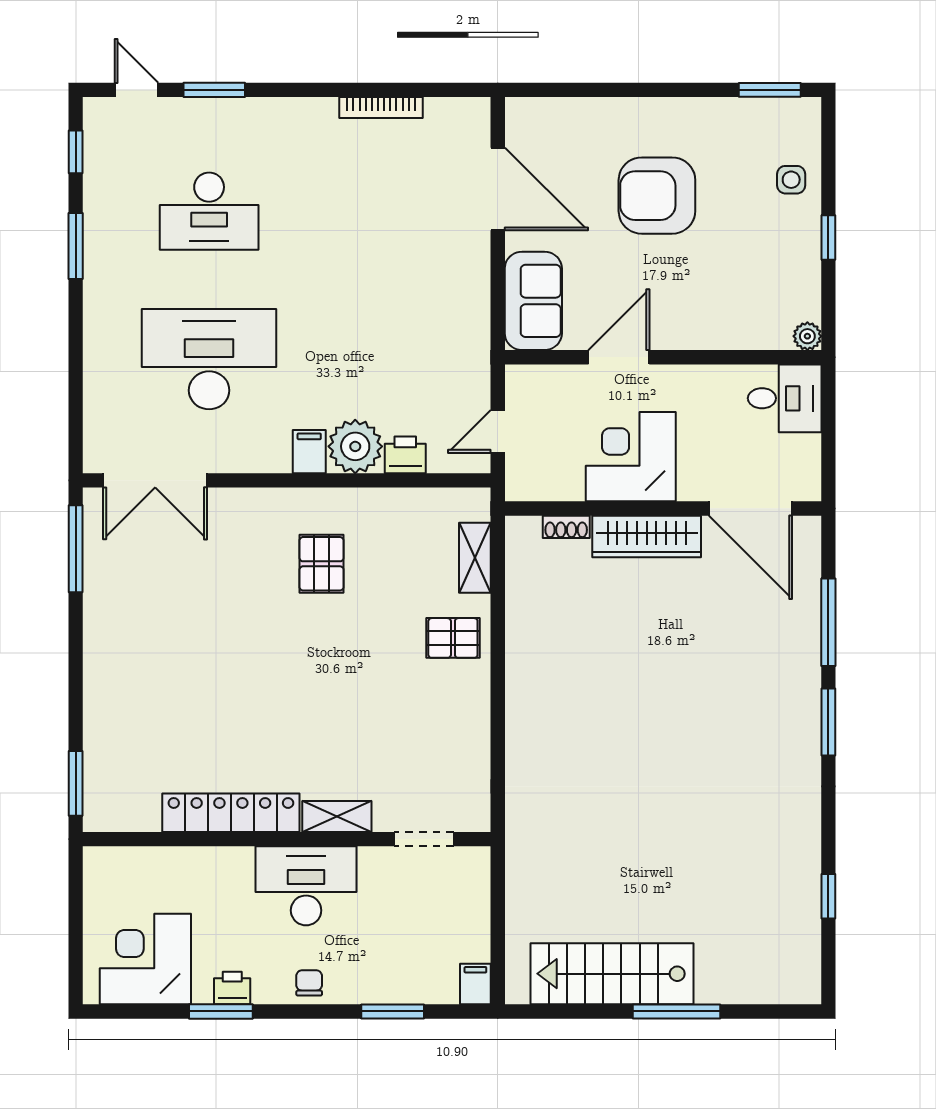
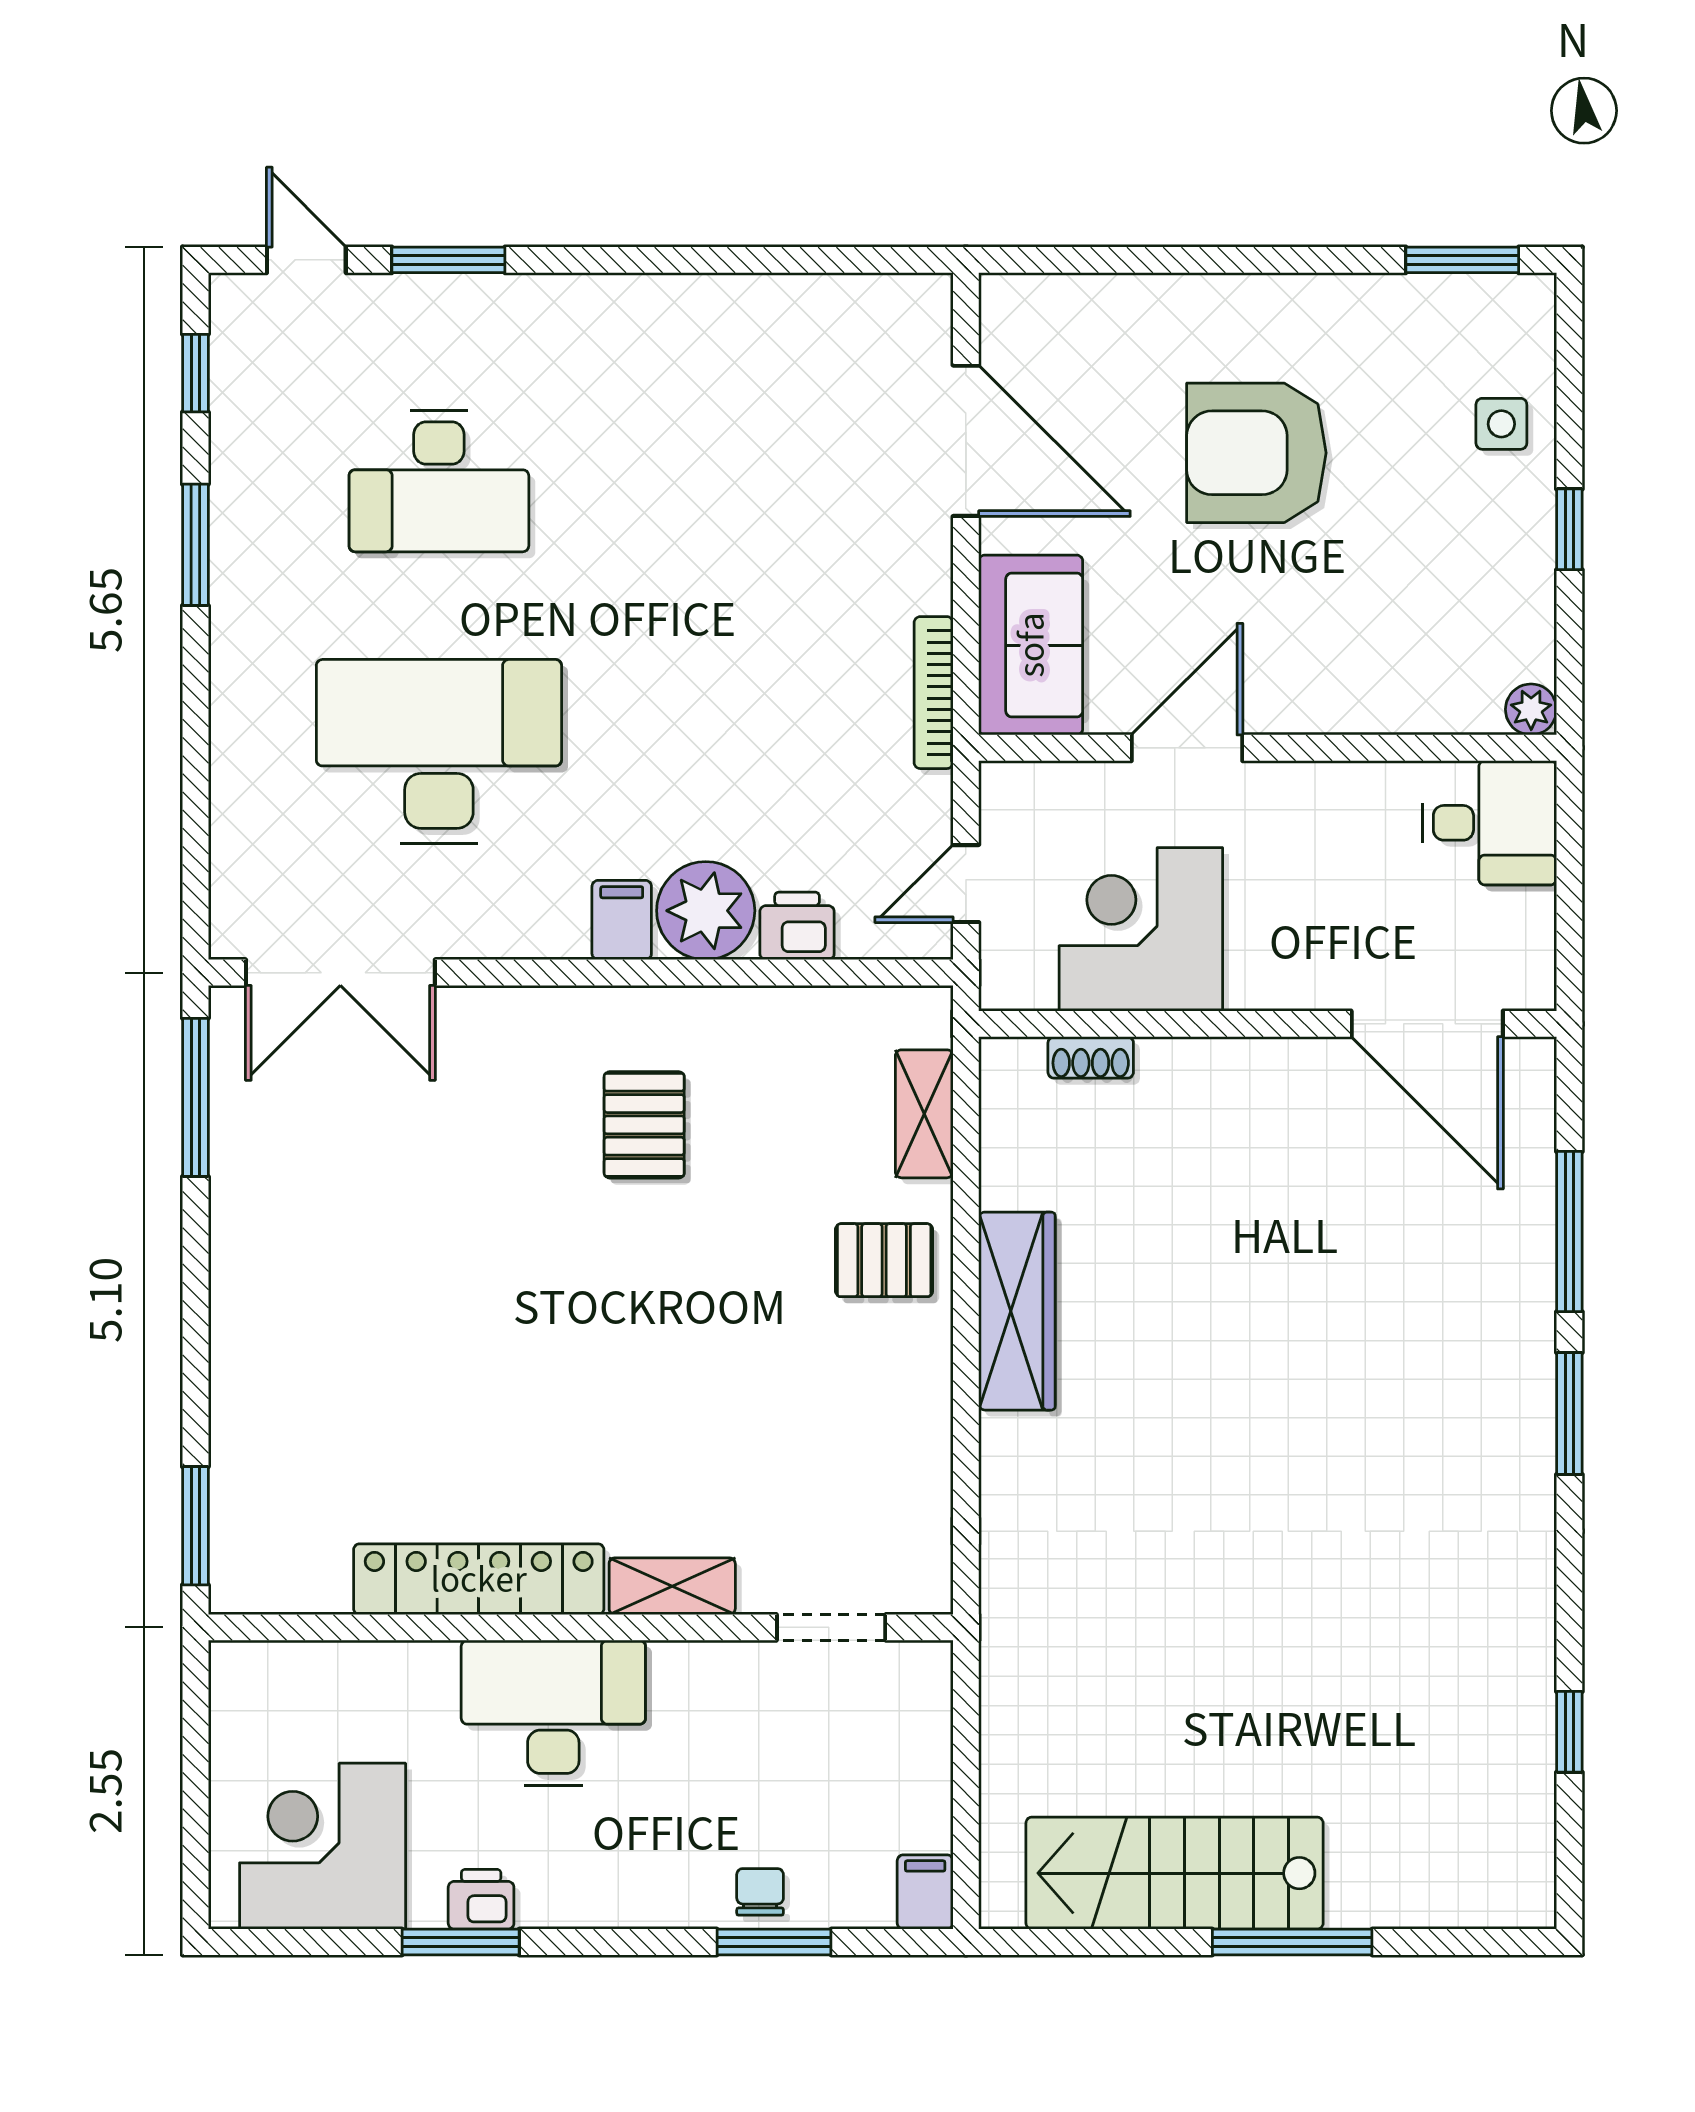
bookcase: (381, 108) -> (934, 693), moved, turned 90
corner desk: (631, 457) -> (1141, 929), moved
wardrobe: (647, 536) -> (1017, 1311), moved, turned -90
desk: (306, 886) -> (553, 1713), moved
chair: (309, 983) -> (760, 1892), moved

